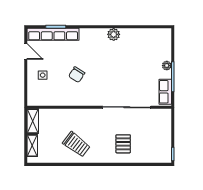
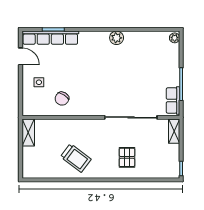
plant: (167, 66) -> (175, 38), moved
chair: (77, 75) -> (62, 99), moved
shelving: (32, 146) -> (174, 131), moved

